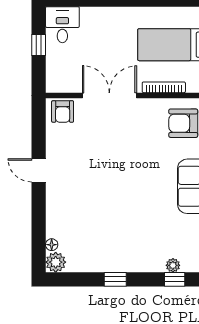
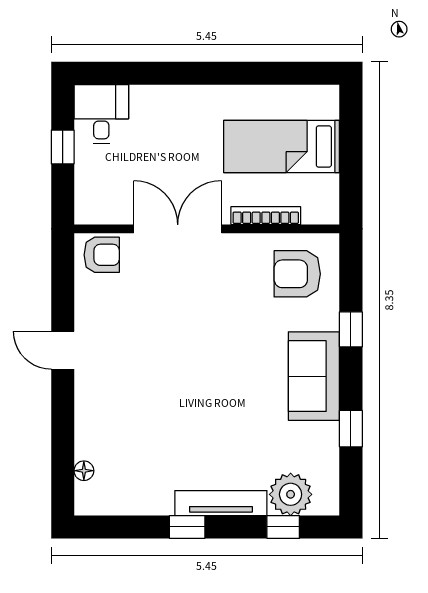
armchair: (63, 111) -> (102, 255), turned -90
plant: (56, 262) -> (90, 499), removed
tv unit: (136, 265) -> (221, 503), added
plant: (173, 265) -> (291, 494), width x1.88, depth x1.88

